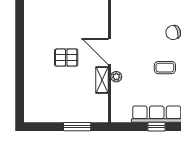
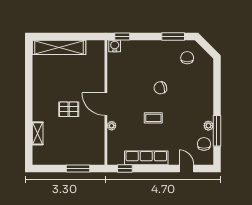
shelving: (102, 80) -> (38, 133), moved
window: (156, 127) -> (125, 168), moved

